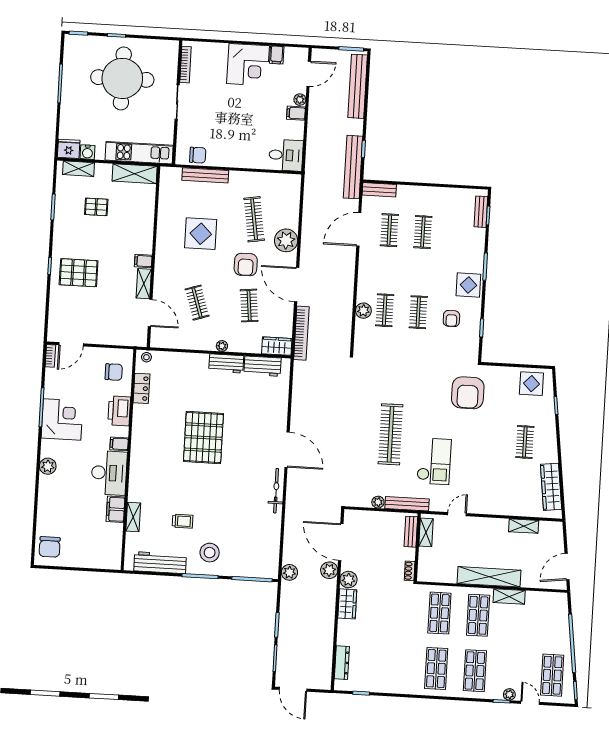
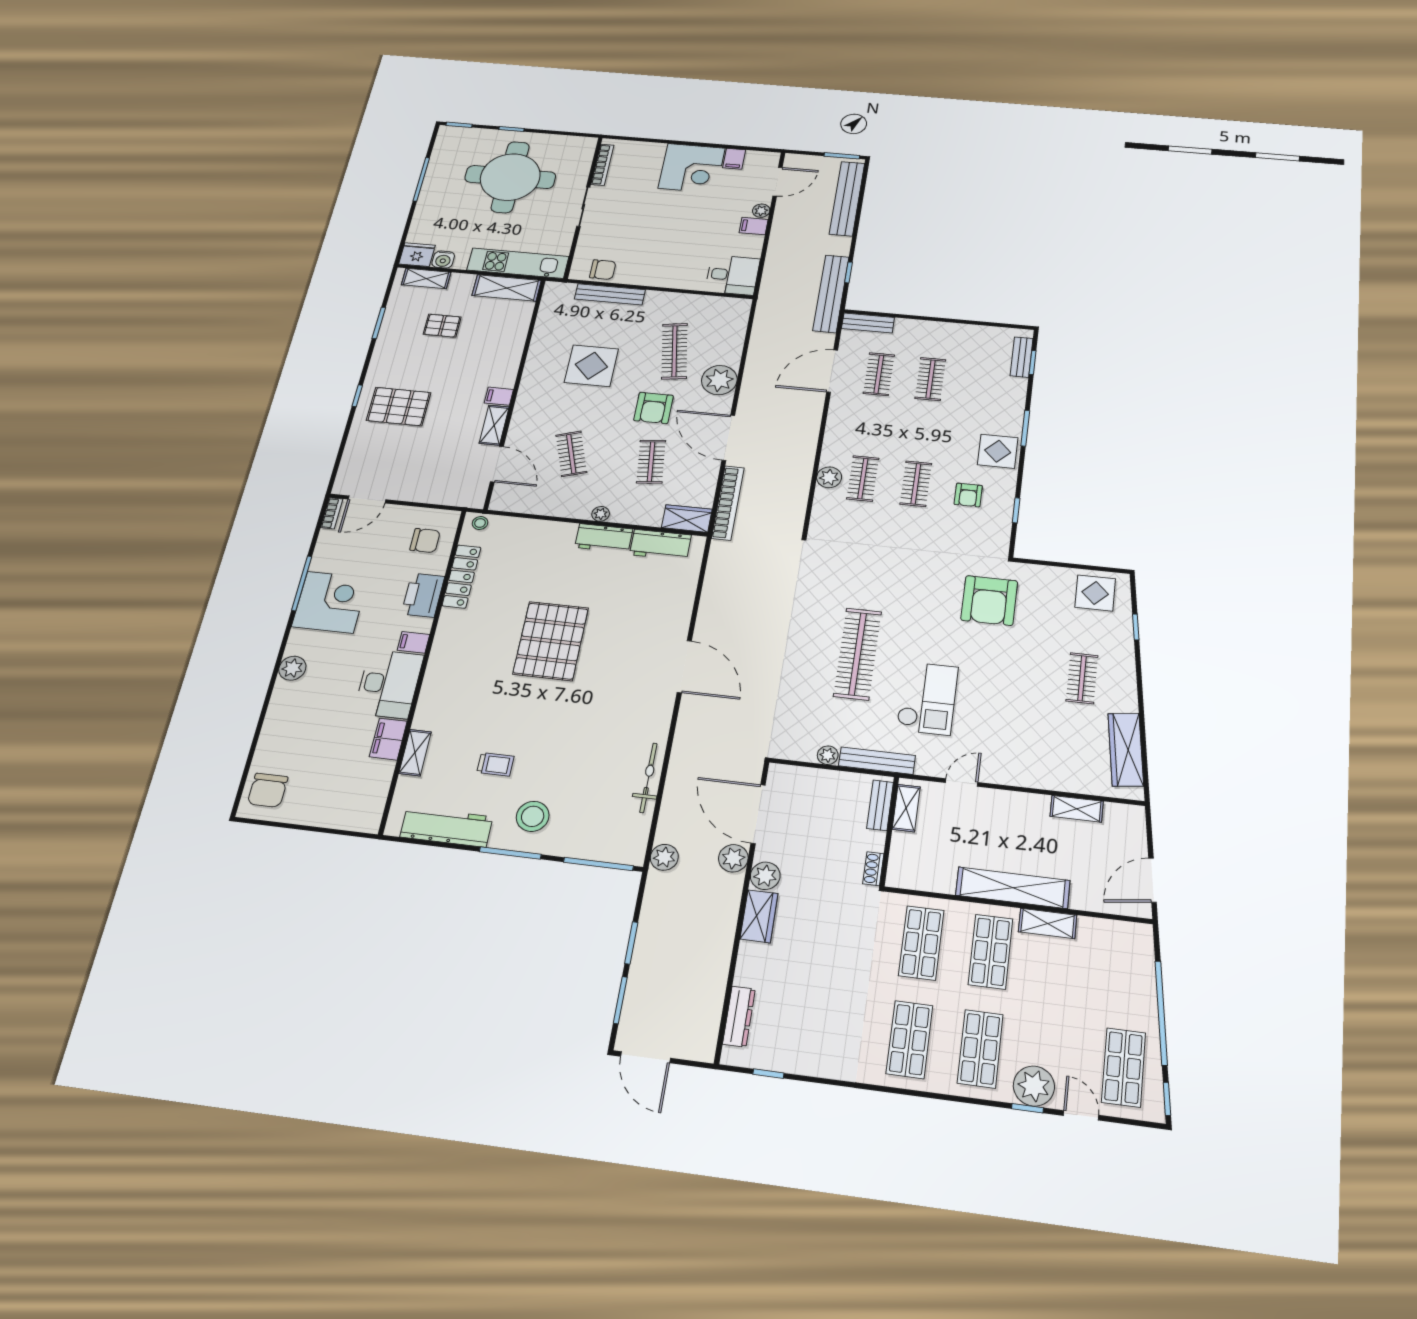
locker: (142, 388) -> (462, 576), width x1.53
bicycle: (276, 491) -> (648, 778), moved
plant: (509, 694) -> (1034, 1086), width x1.87, depth x1.87

